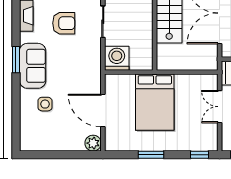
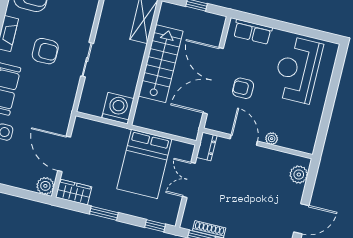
washing machine: (117, 58) -> (118, 108), moved
bed: (155, 102) -> (144, 164), moved
wardrobe: (120, 142) -> (74, 192), added

